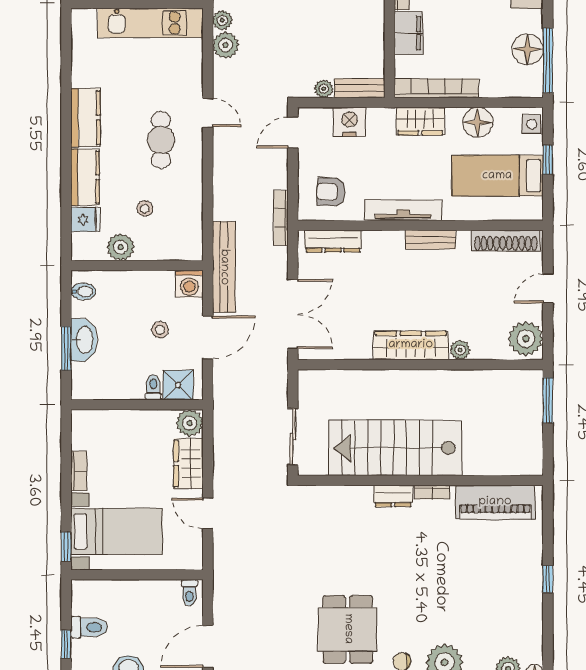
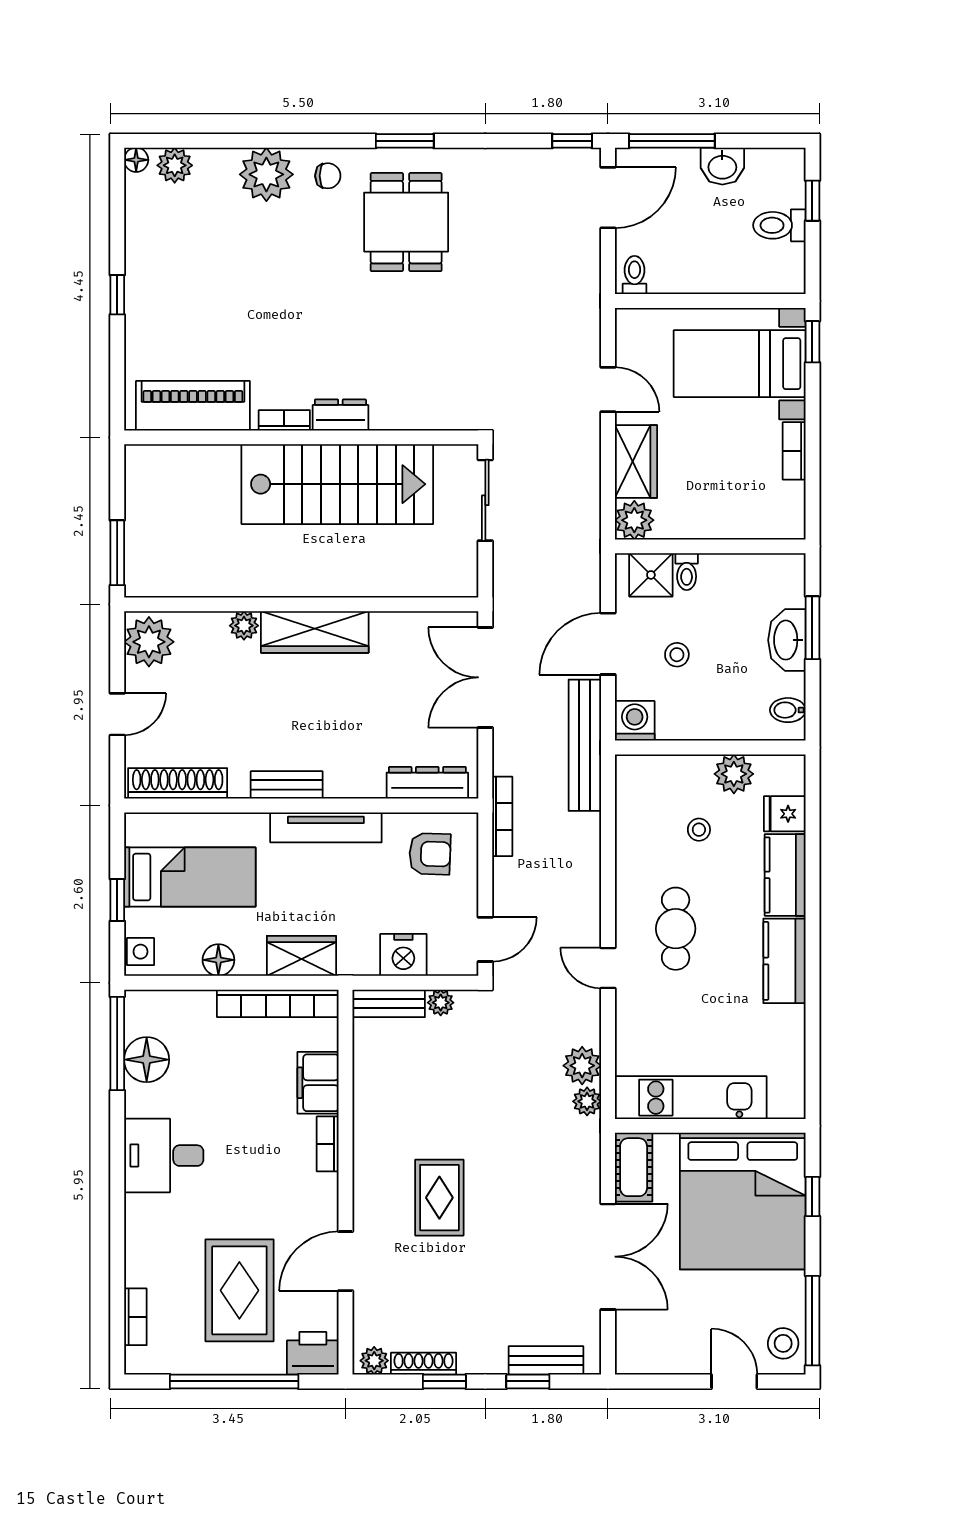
floor lamp: (478, 122) -> (218, 960), width x0.73, depth x0.73

